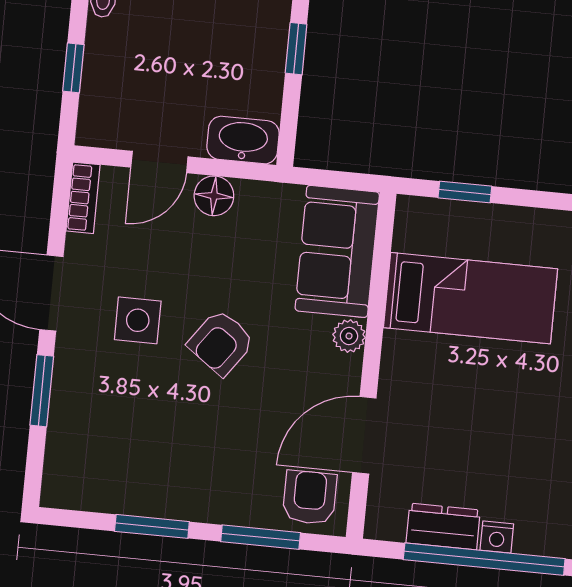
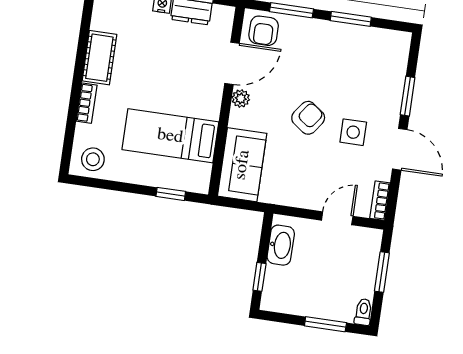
window: (73, 68) -> (382, 272), width x1.50
washbasin: (243, 140) -> (281, 245), moved, turned -90
floor lamp: (214, 196) -> (308, 198), removed
plant: (349, 336) -> (241, 98), moved

